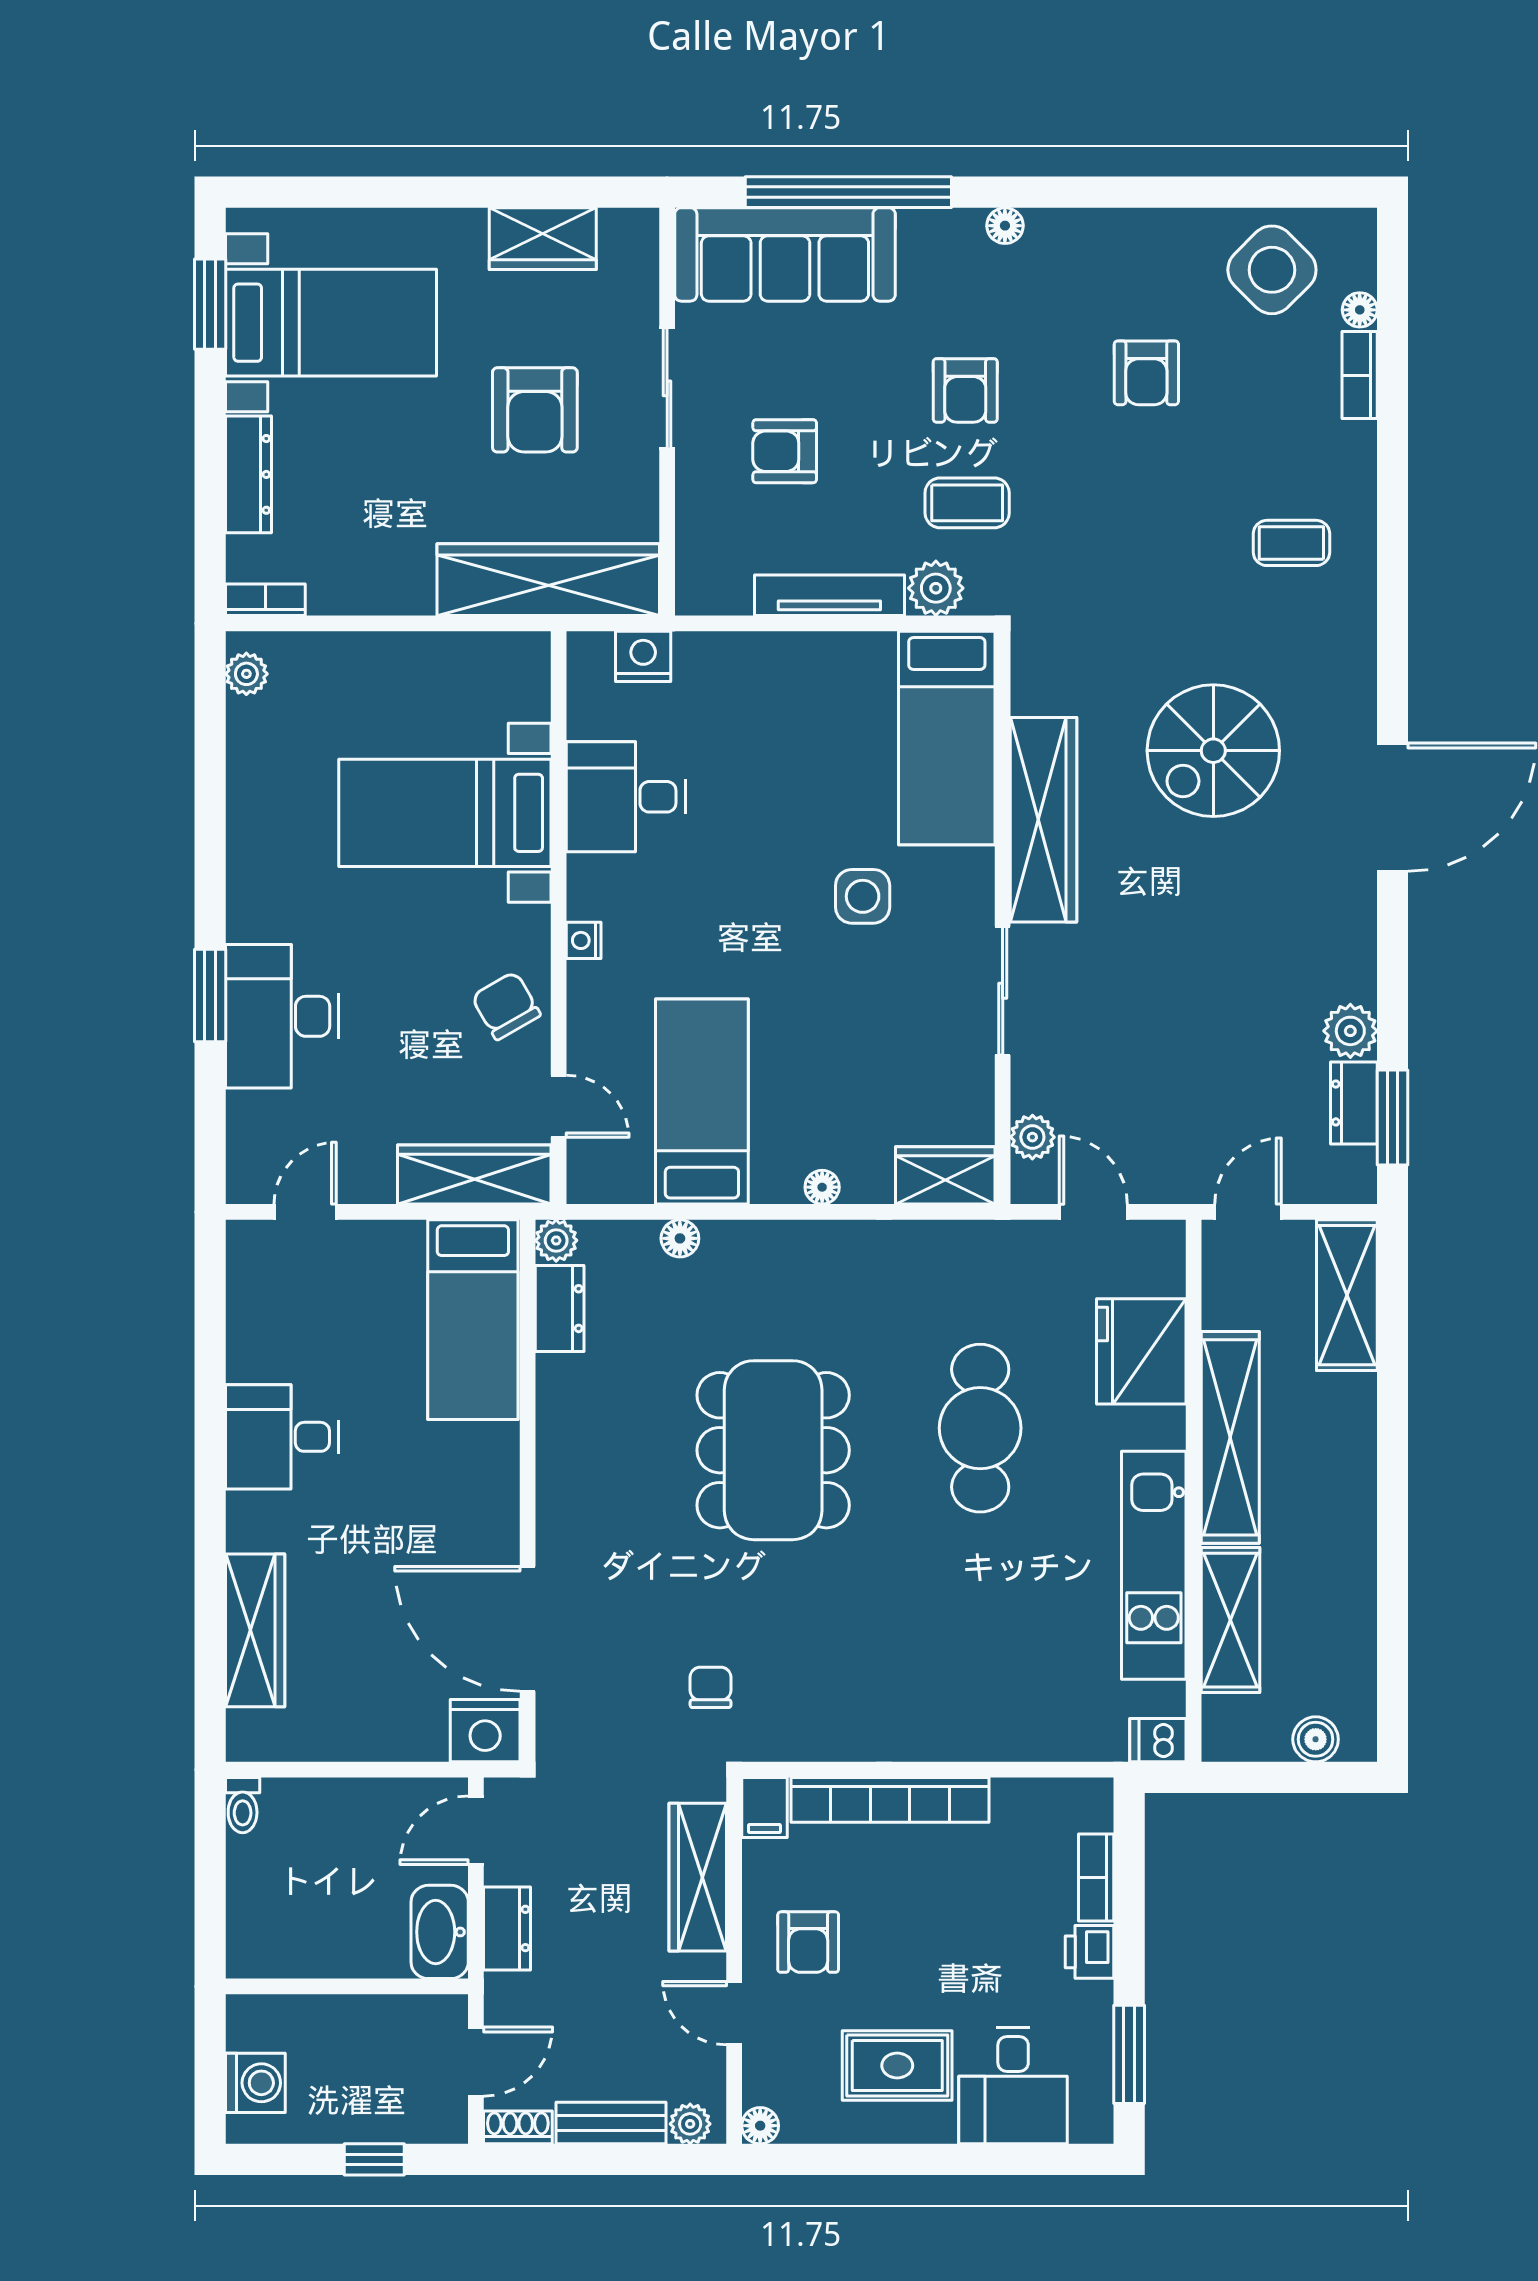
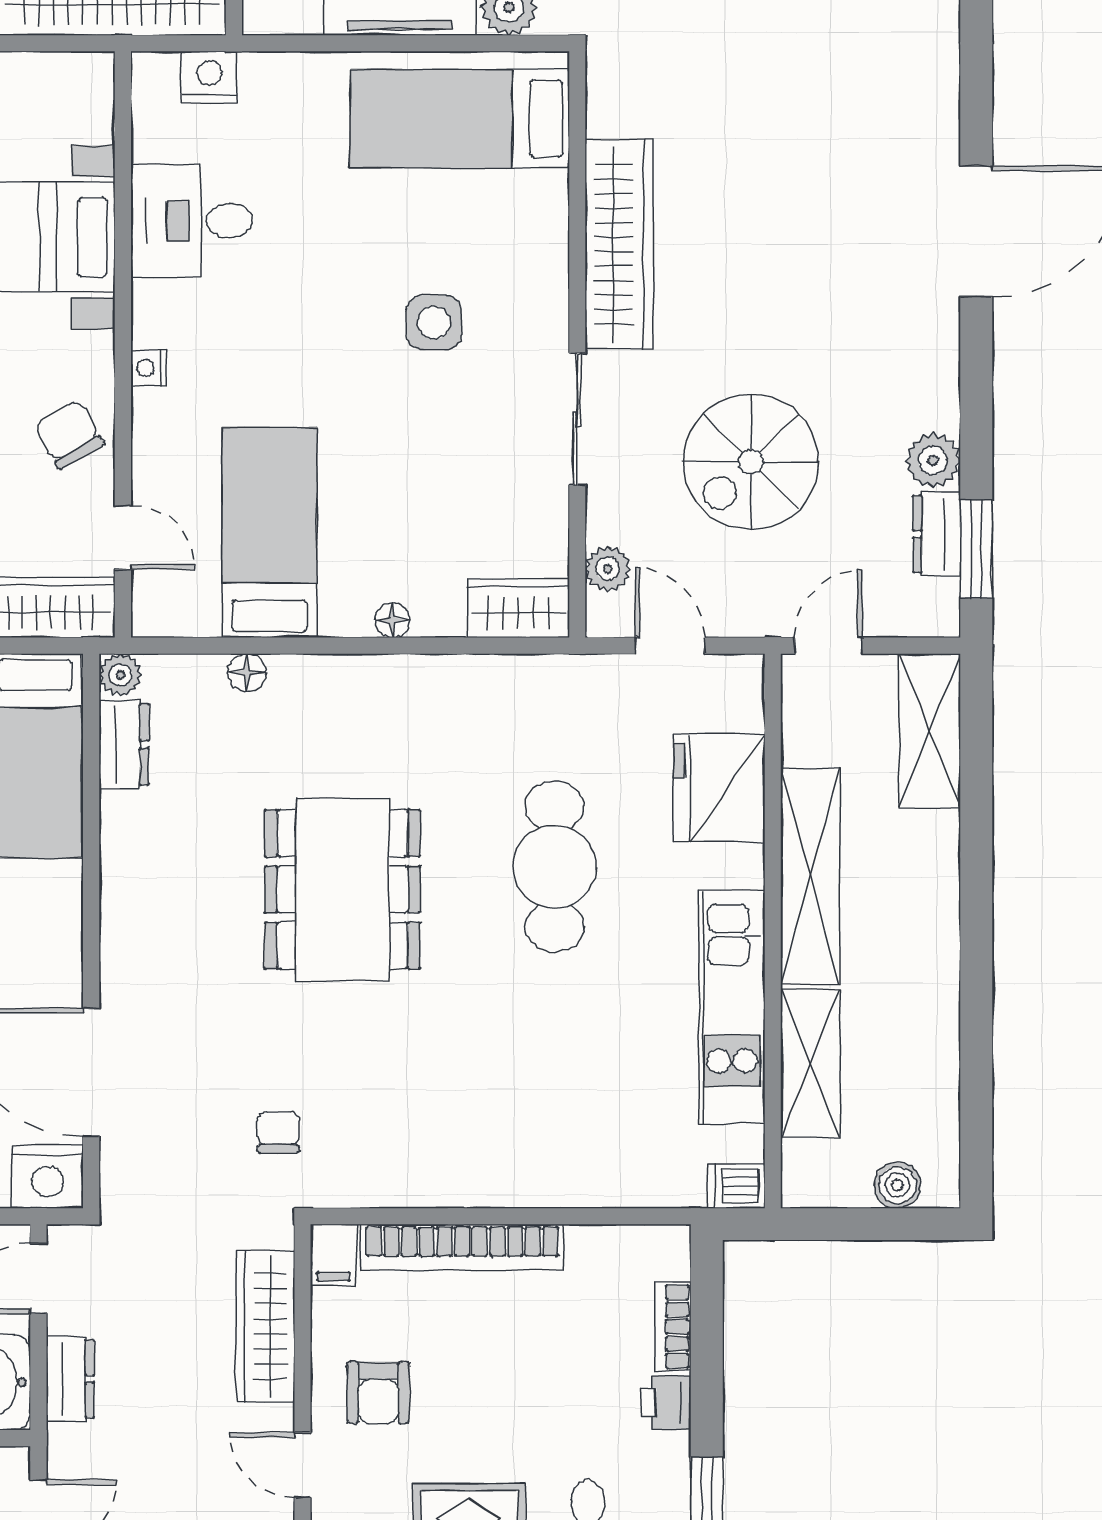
bed: (947, 738) -> (460, 119), moved, turned 90
spiral stairs: (1213, 751) -> (751, 462), moved

